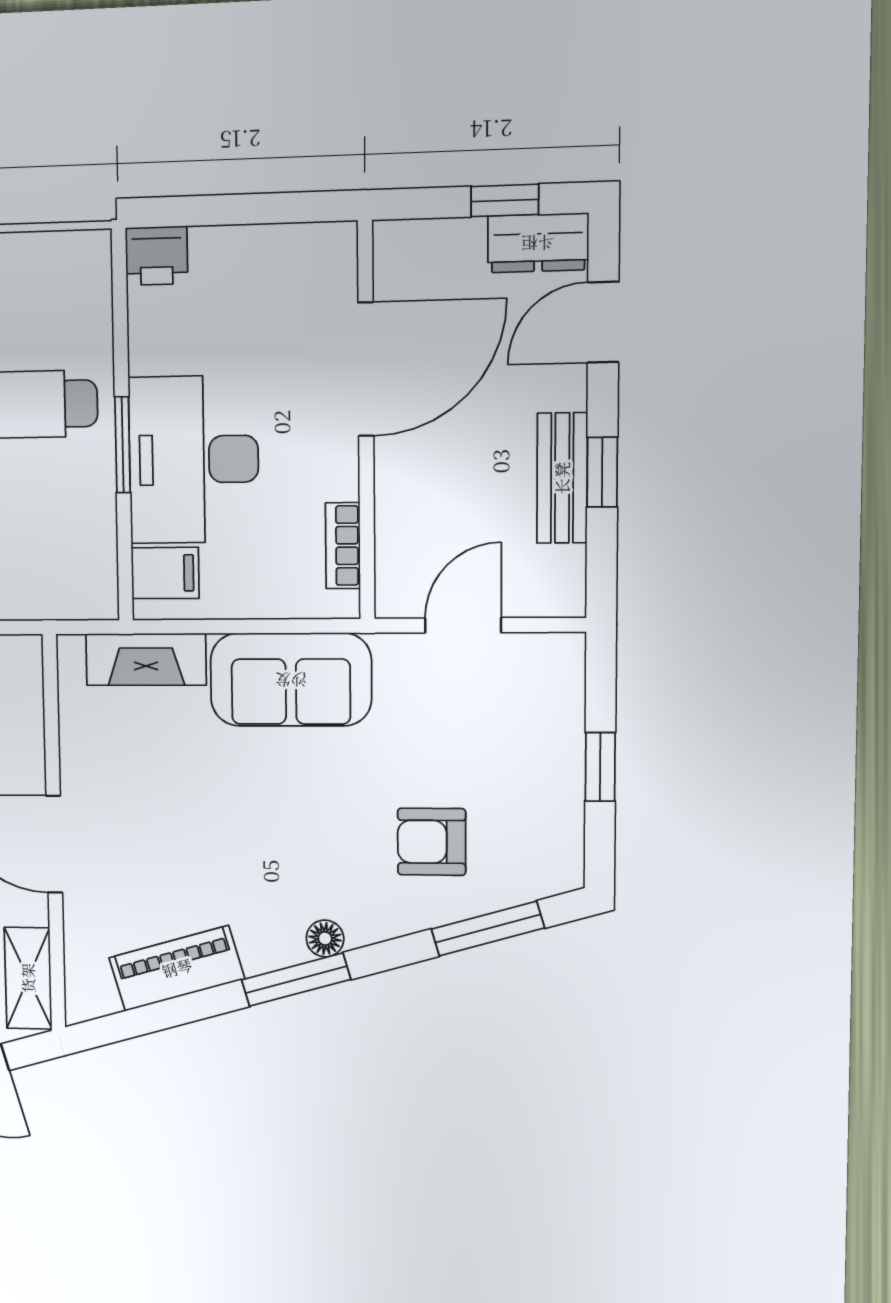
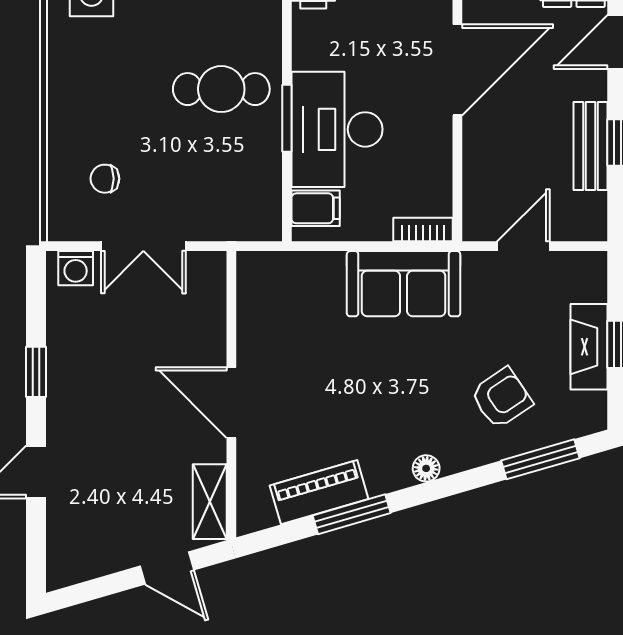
bookcase: (343, 546) -> (423, 230), moved, turned 90
fireplace: (146, 659) -> (589, 347), moved, turned 90
armchair: (432, 842) -> (501, 398), turned 146
window: (296, 980) -> (352, 514), moved

